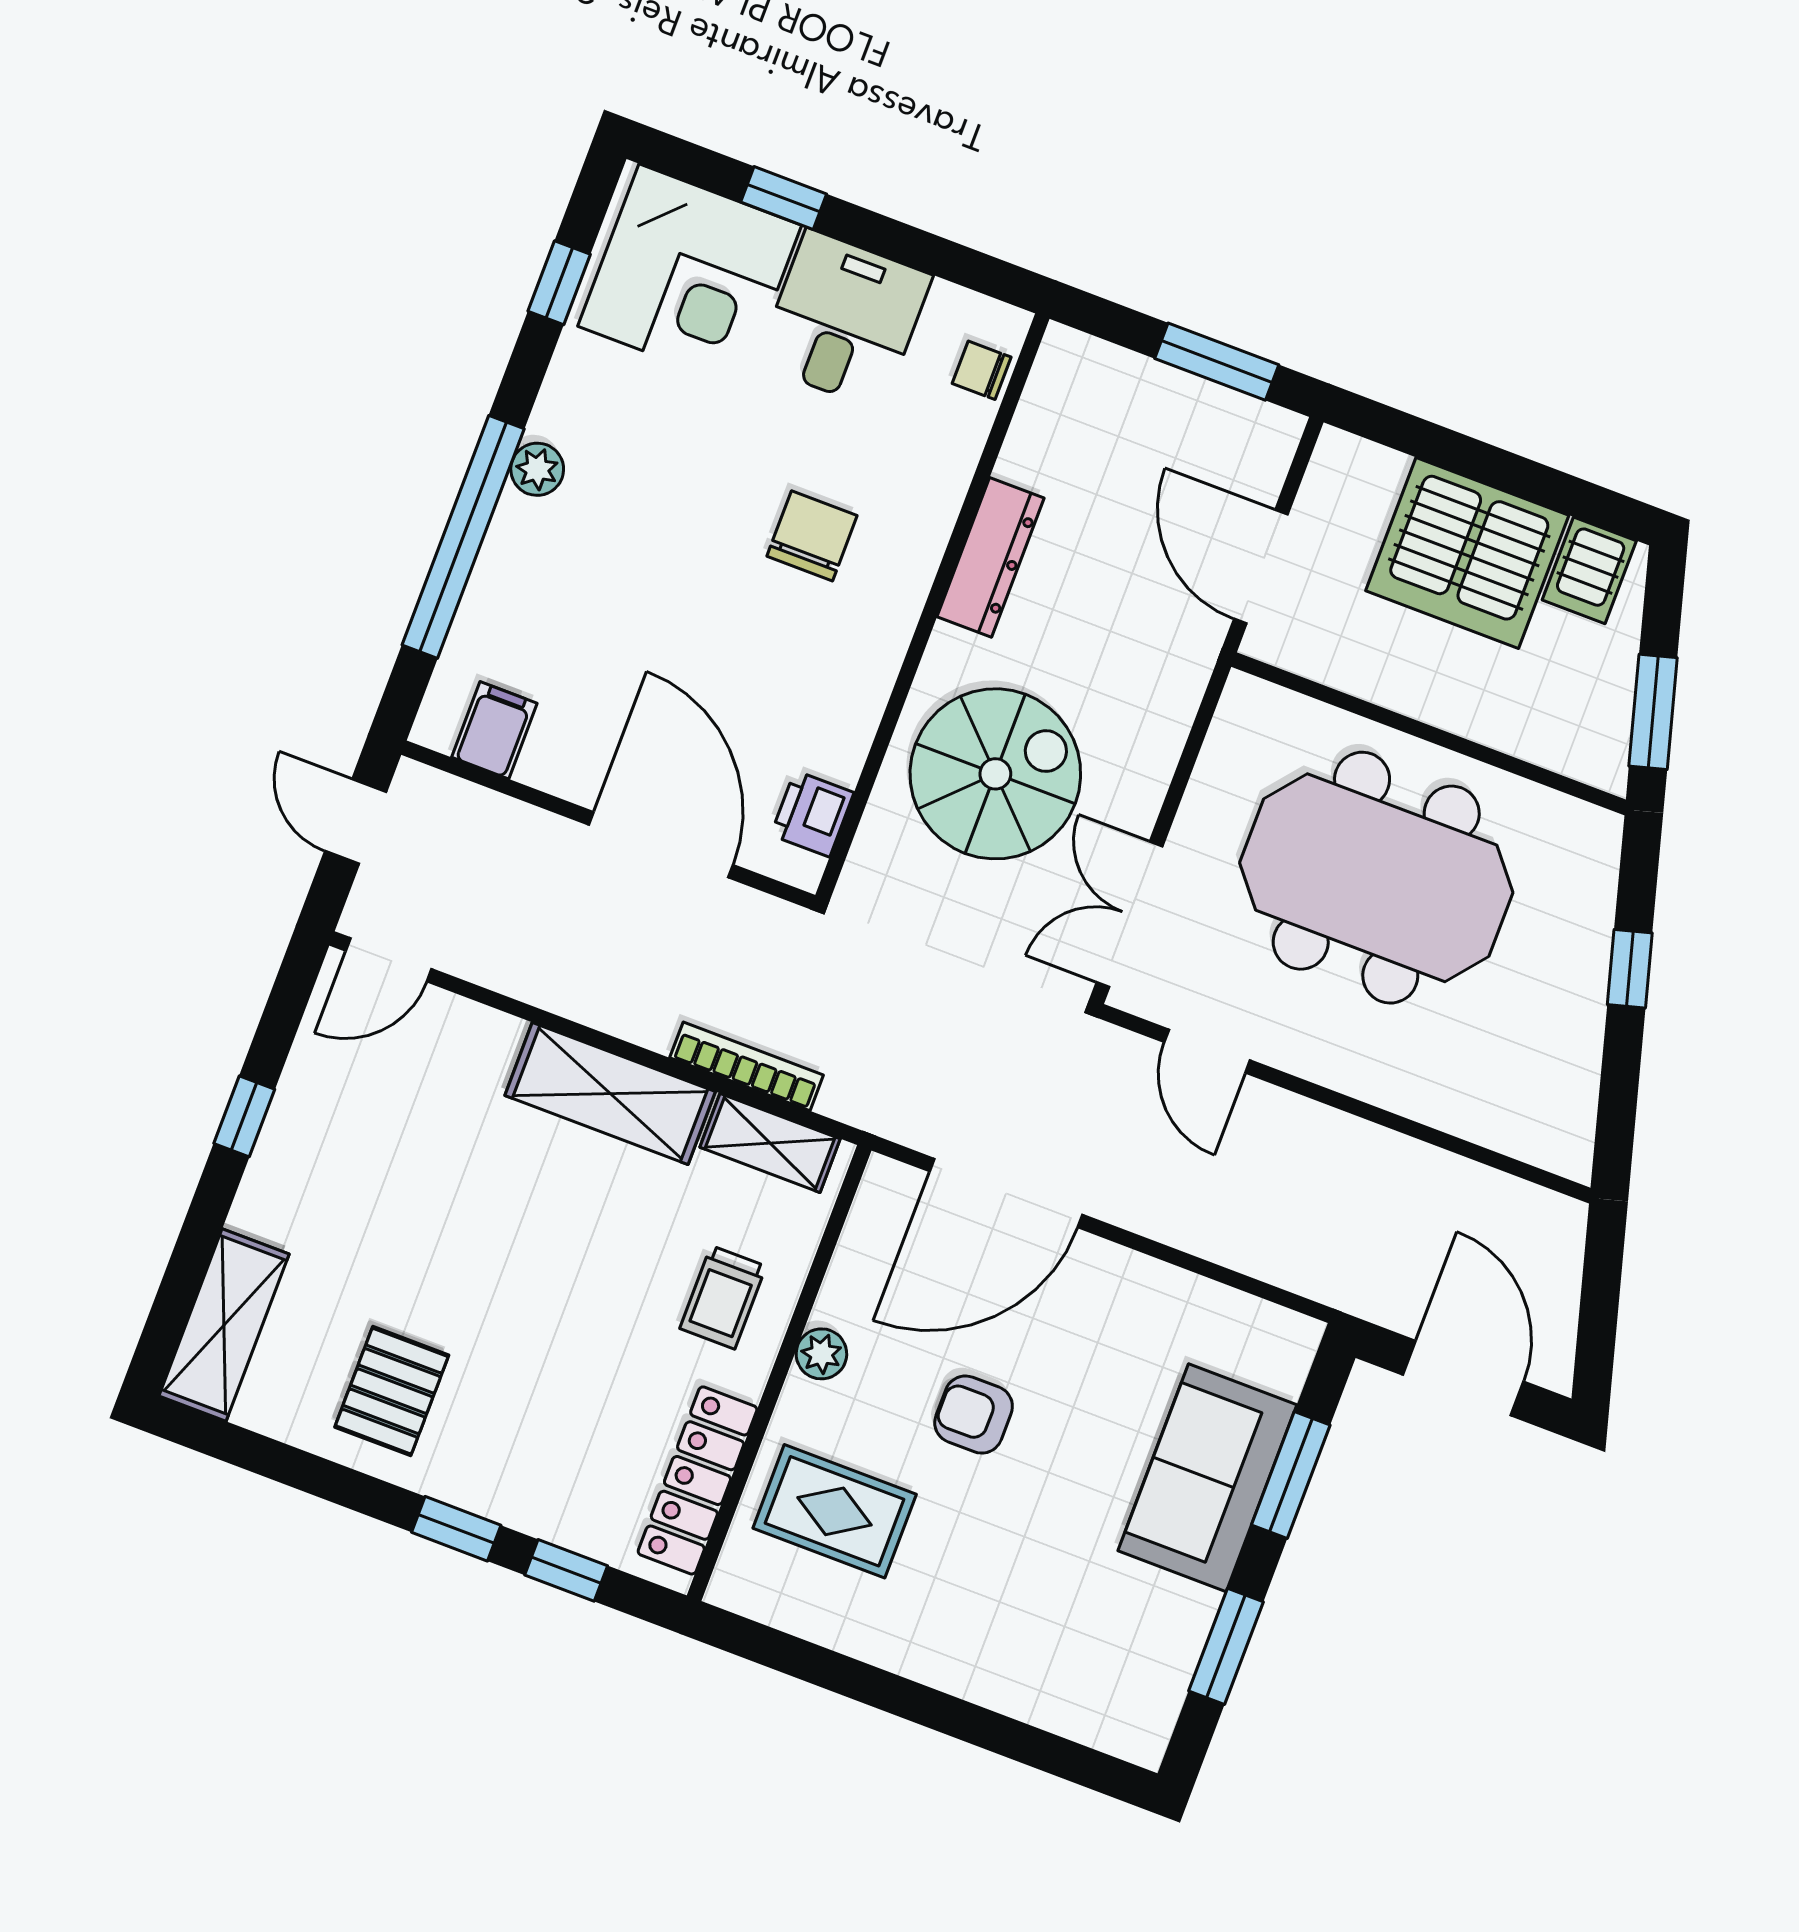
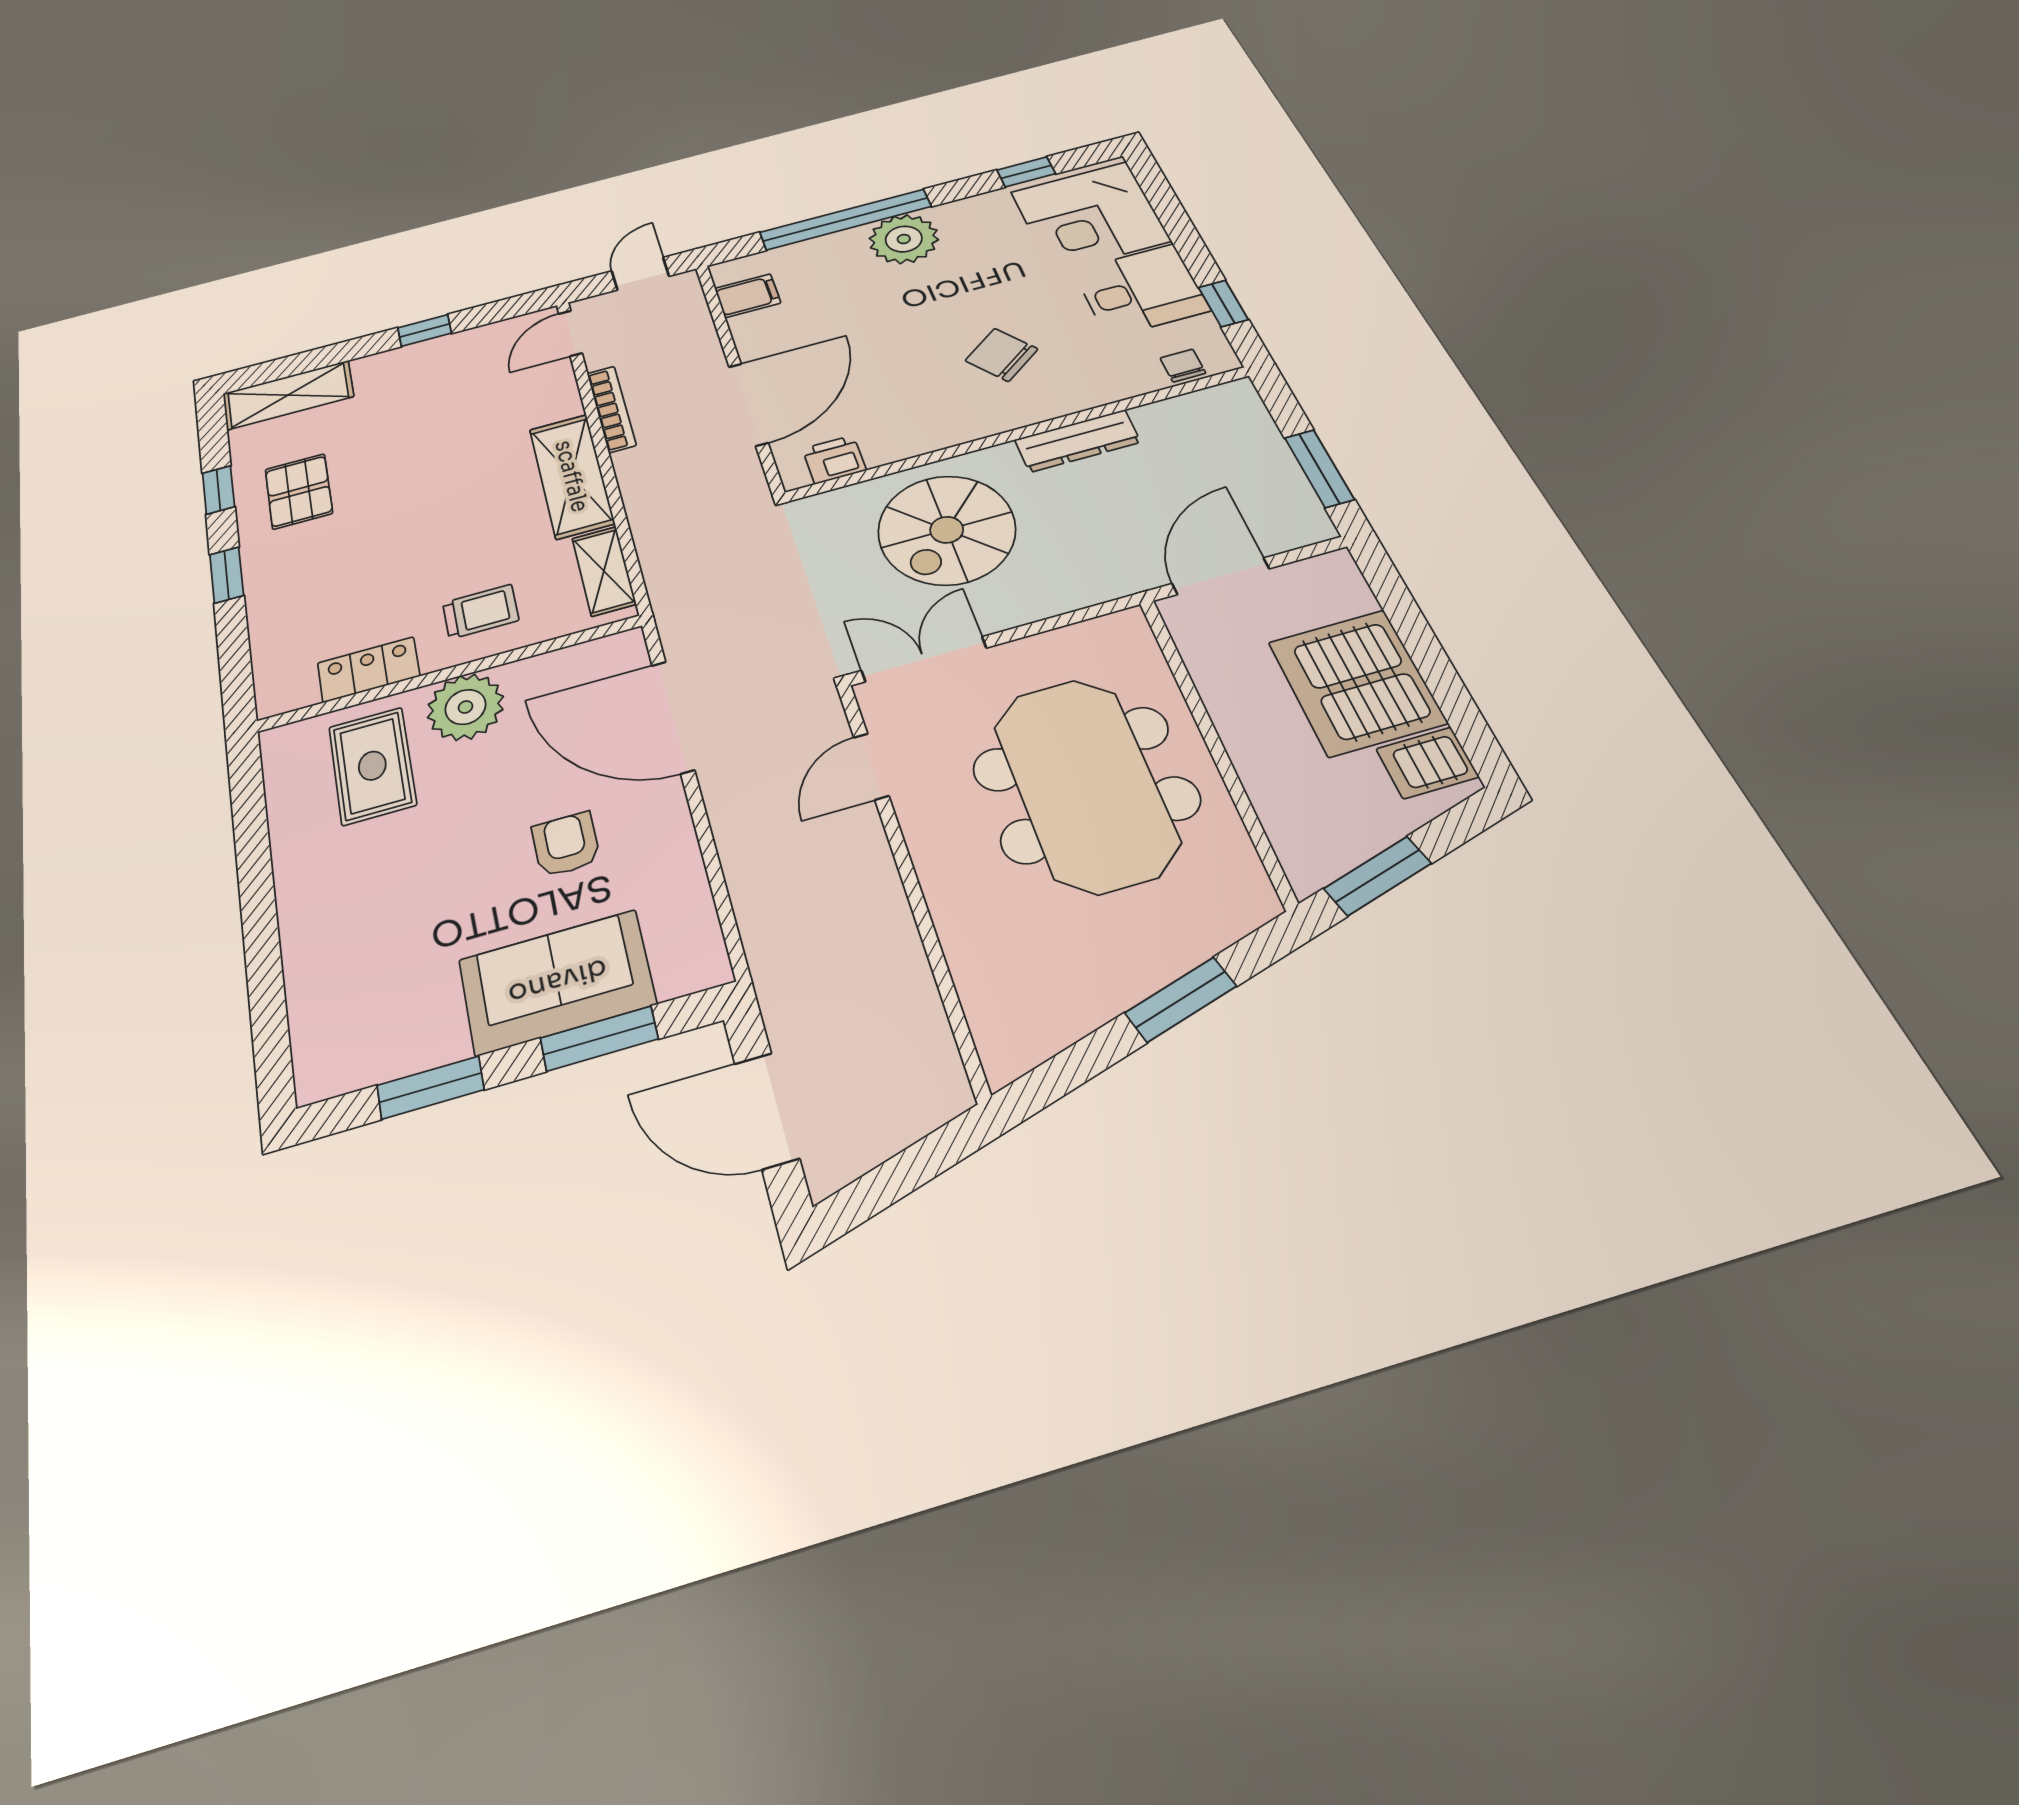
window: (784, 198) -> (1223, 303), moved
plant: (537, 469) -> (904, 239), width x1.88, depth x1.88
chair: (812, 536) -> (1001, 355), turned -127
spiral stairs: (995, 774) -> (947, 530), turned 90
door: (389, 960) -> (570, 333), hinge flipped
window: (1630, 969) -> (1181, 1000), width x1.50
bookcase: (747, 1066) -> (611, 409), moved
trolley: (723, 1297) -> (481, 612), turned 180
plant: (821, 1354) -> (465, 707), width x1.88, depth x1.88
door: (1463, 1378) -> (767, 1111), swing flipped
pallet: (392, 1391) -> (299, 491), turned 90
armchair: (974, 1415) -> (566, 844), moved
locker: (697, 1480) -> (369, 670), width x0.66
window: (566, 1570) -> (218, 490), moved

